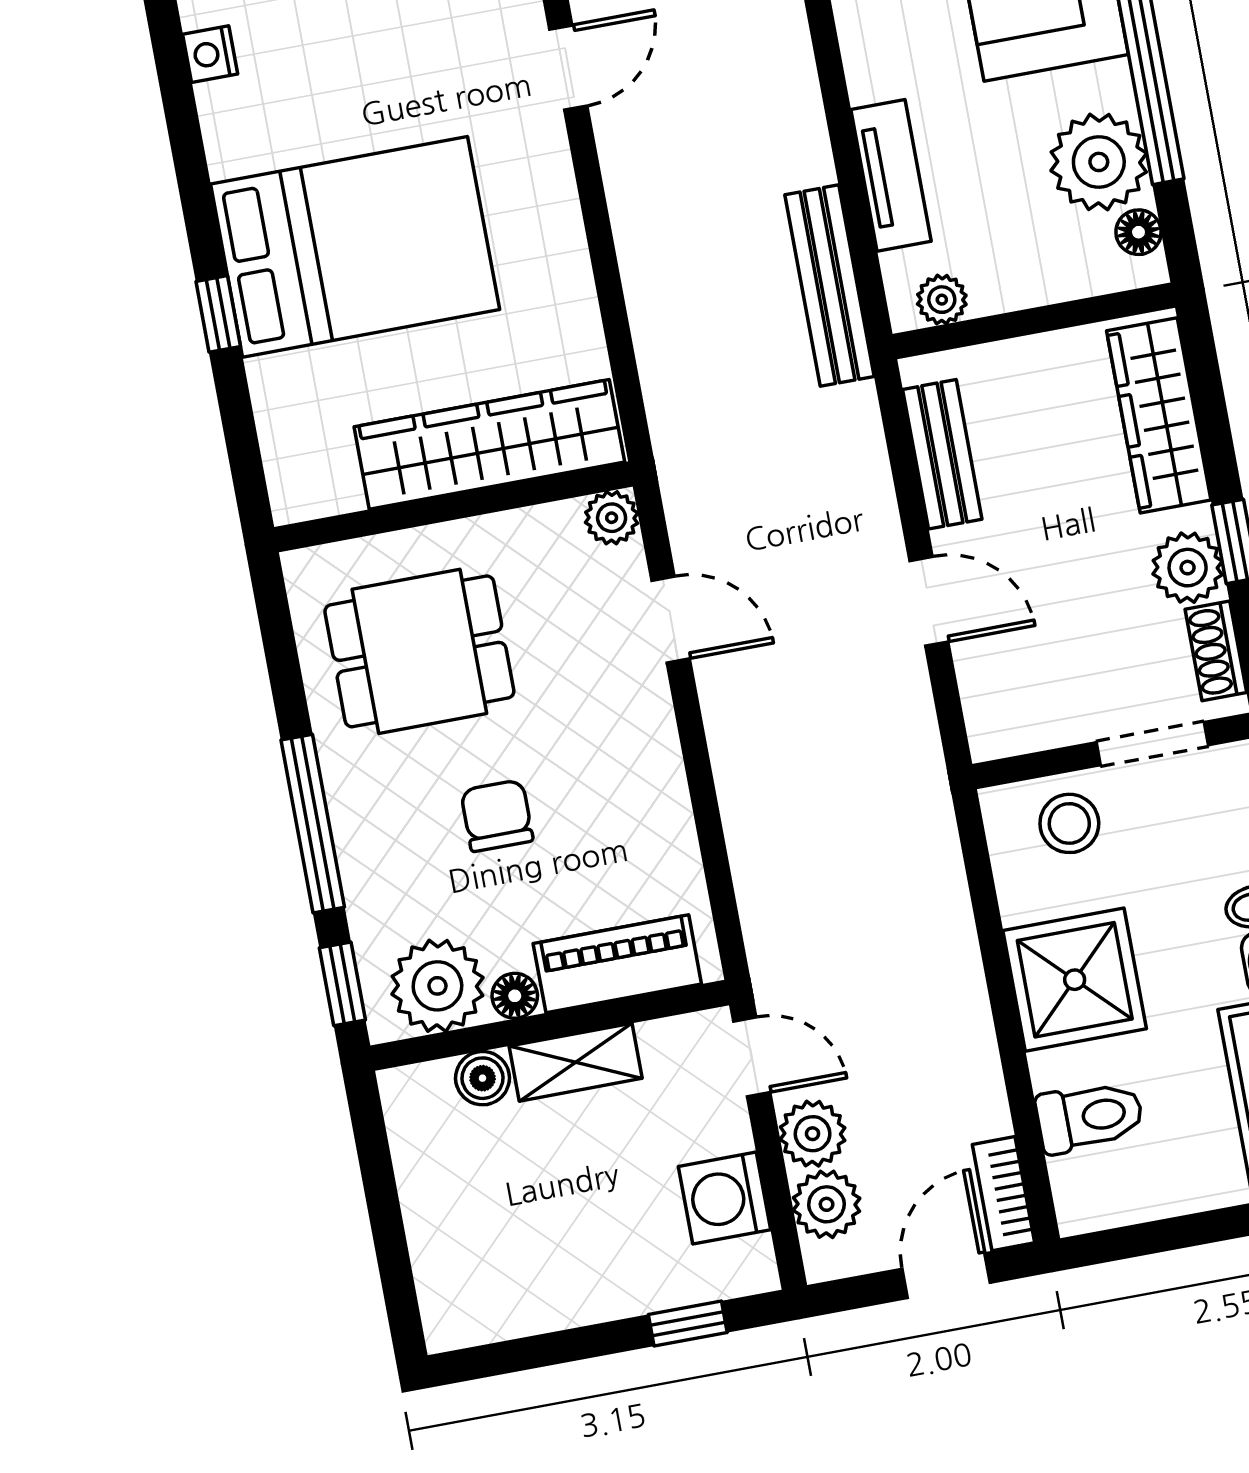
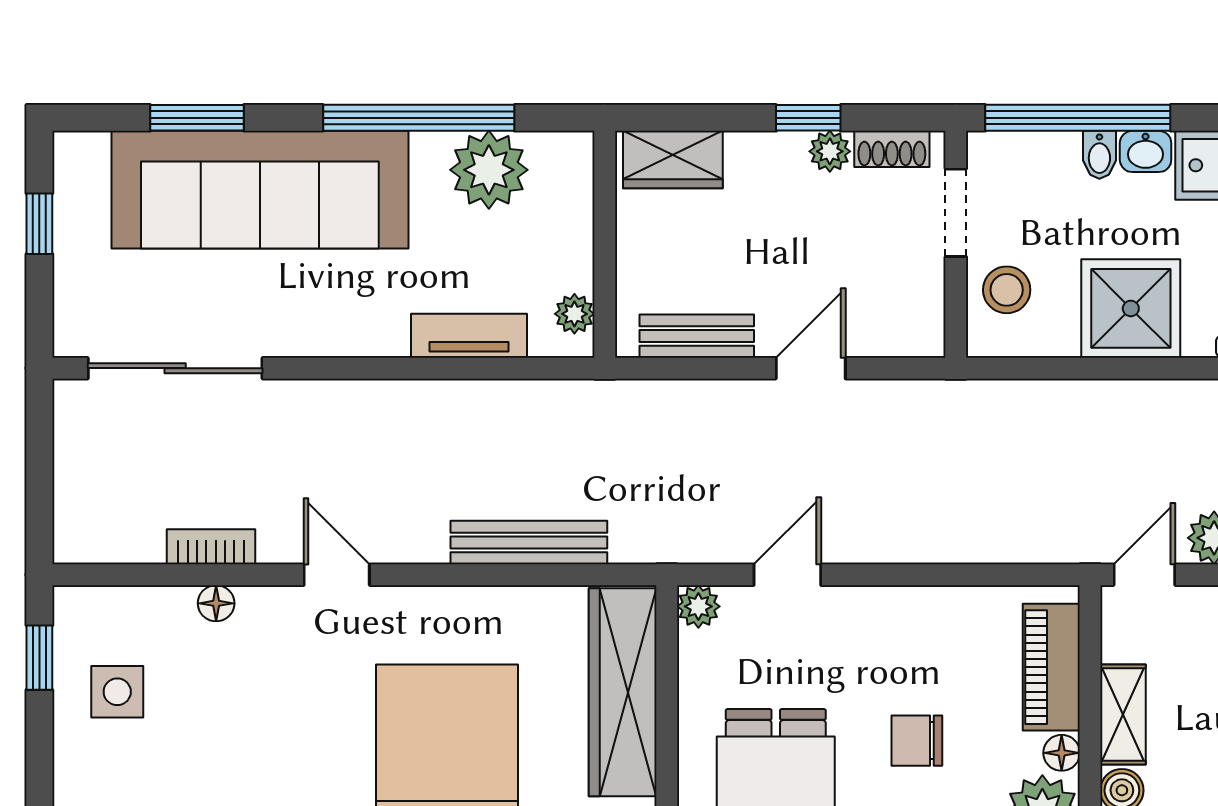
floor lamp: (1138, 232) -> (550, 149), removed
bench: (829, 286) -> (529, 542), moved
wardrobe: (1159, 415) -> (673, 160), width x0.67
plant: (1188, 568) -> (830, 151), width x0.73, depth x0.73

